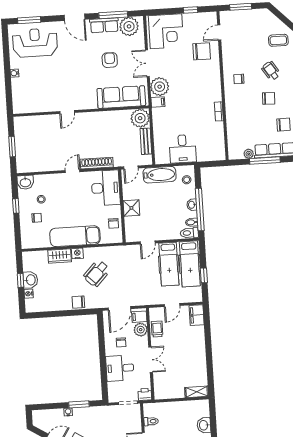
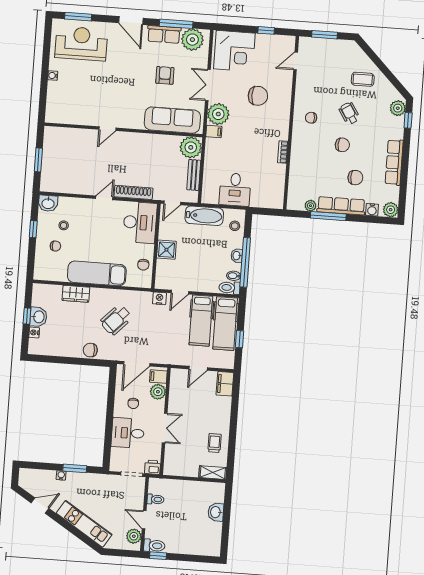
chair: (202, 51) -> (258, 96), moved
nightstand: (77, 253) -> (159, 298), moved
trolley: (157, 329) -> (215, 443), moved

